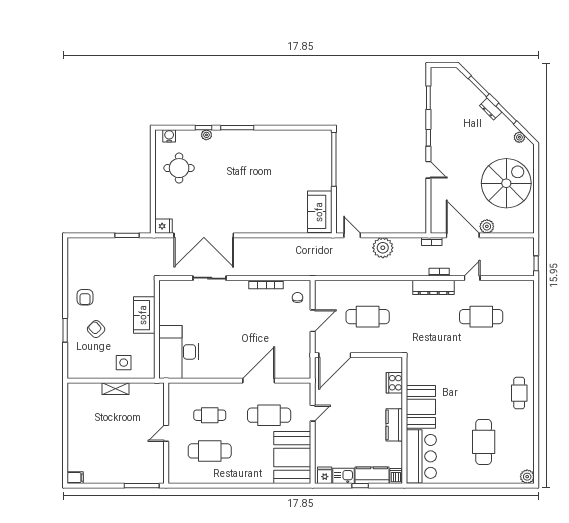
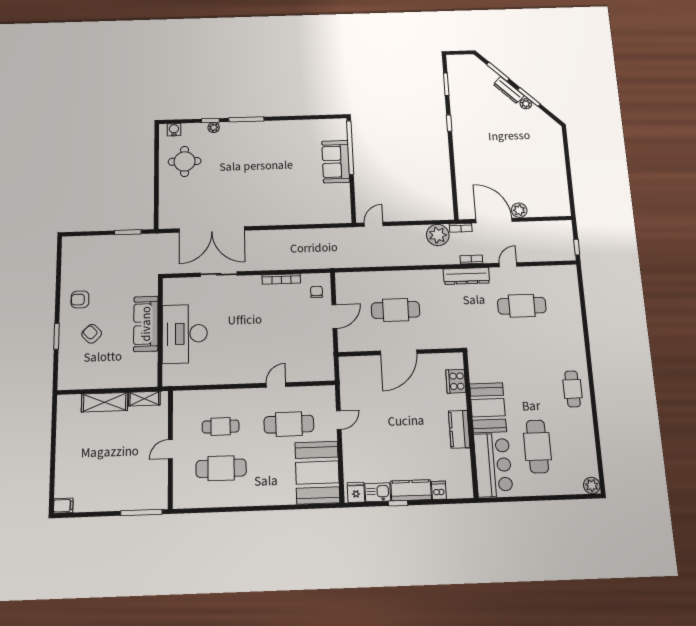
dresser: (491, 109) -> (509, 90), width x1.44
plant: (519, 137) -> (526, 104), moved
door: (428, 170) -> (452, 155), removed
spiral stairs: (506, 183) -> (536, 166), removed
sofa: (320, 212) -> (336, 162), moved
fridge: (164, 226) -> (168, 221), removed
door: (352, 235) -> (374, 224), hinge flipped
plant: (383, 248) -> (438, 235), moved
armchair: (85, 297) -> (80, 299), turned 90
sofa: (144, 315) -> (146, 324), width x1.36
desk: (179, 352) -> (185, 334), moved
door: (335, 355) -> (399, 352), moved
side table: (124, 363) -> (122, 370), removed
door: (259, 381) -> (276, 385), width x0.53
cooker: (394, 383) -> (456, 381), moved
shelving: (115, 389) -> (105, 402), width x1.50, depth x1.33
shelving: (143, 389) -> (144, 399), added
booth: (421, 407) -> (488, 408), moved
wall: (404, 420) -> (470, 424), moved
kitchen counter: (394, 425) -> (459, 429), moved
bar counter: (421, 456) -> (493, 465), moved

